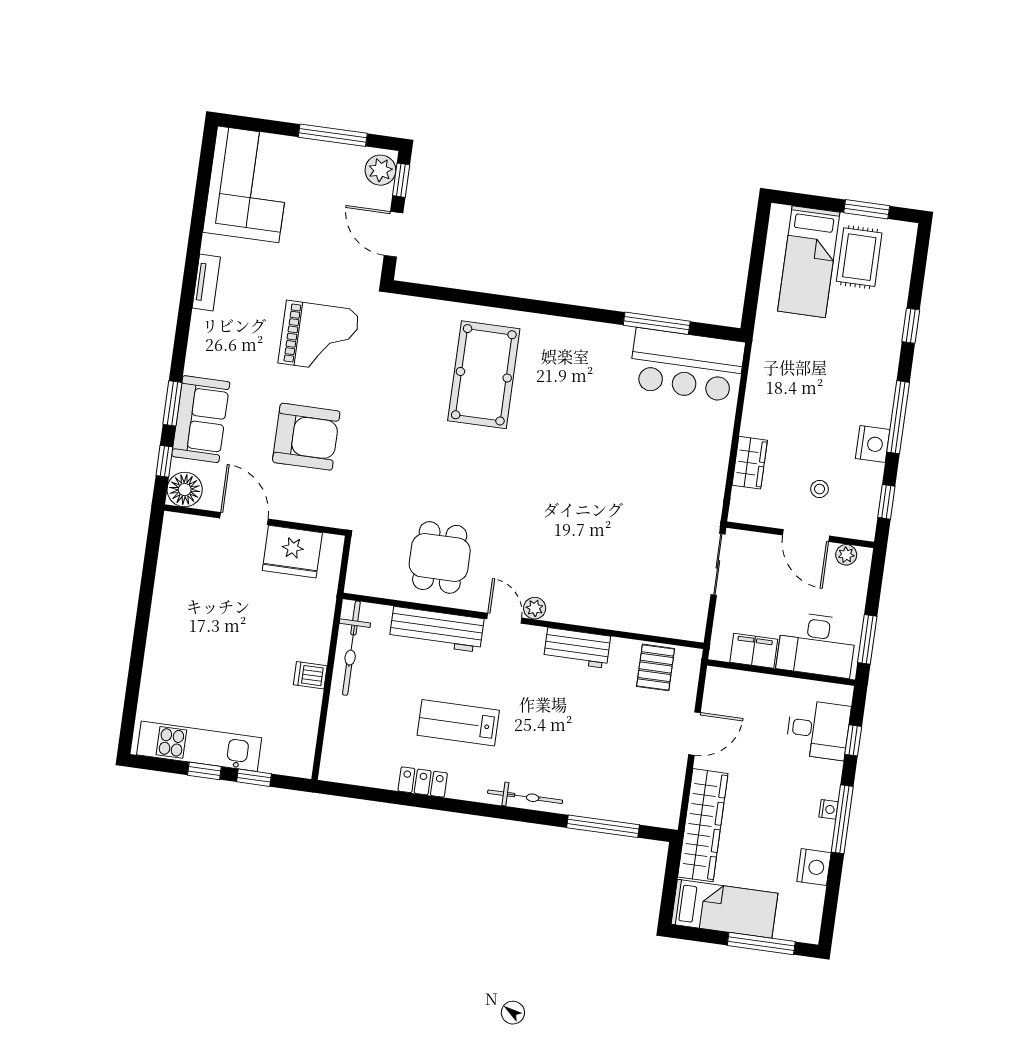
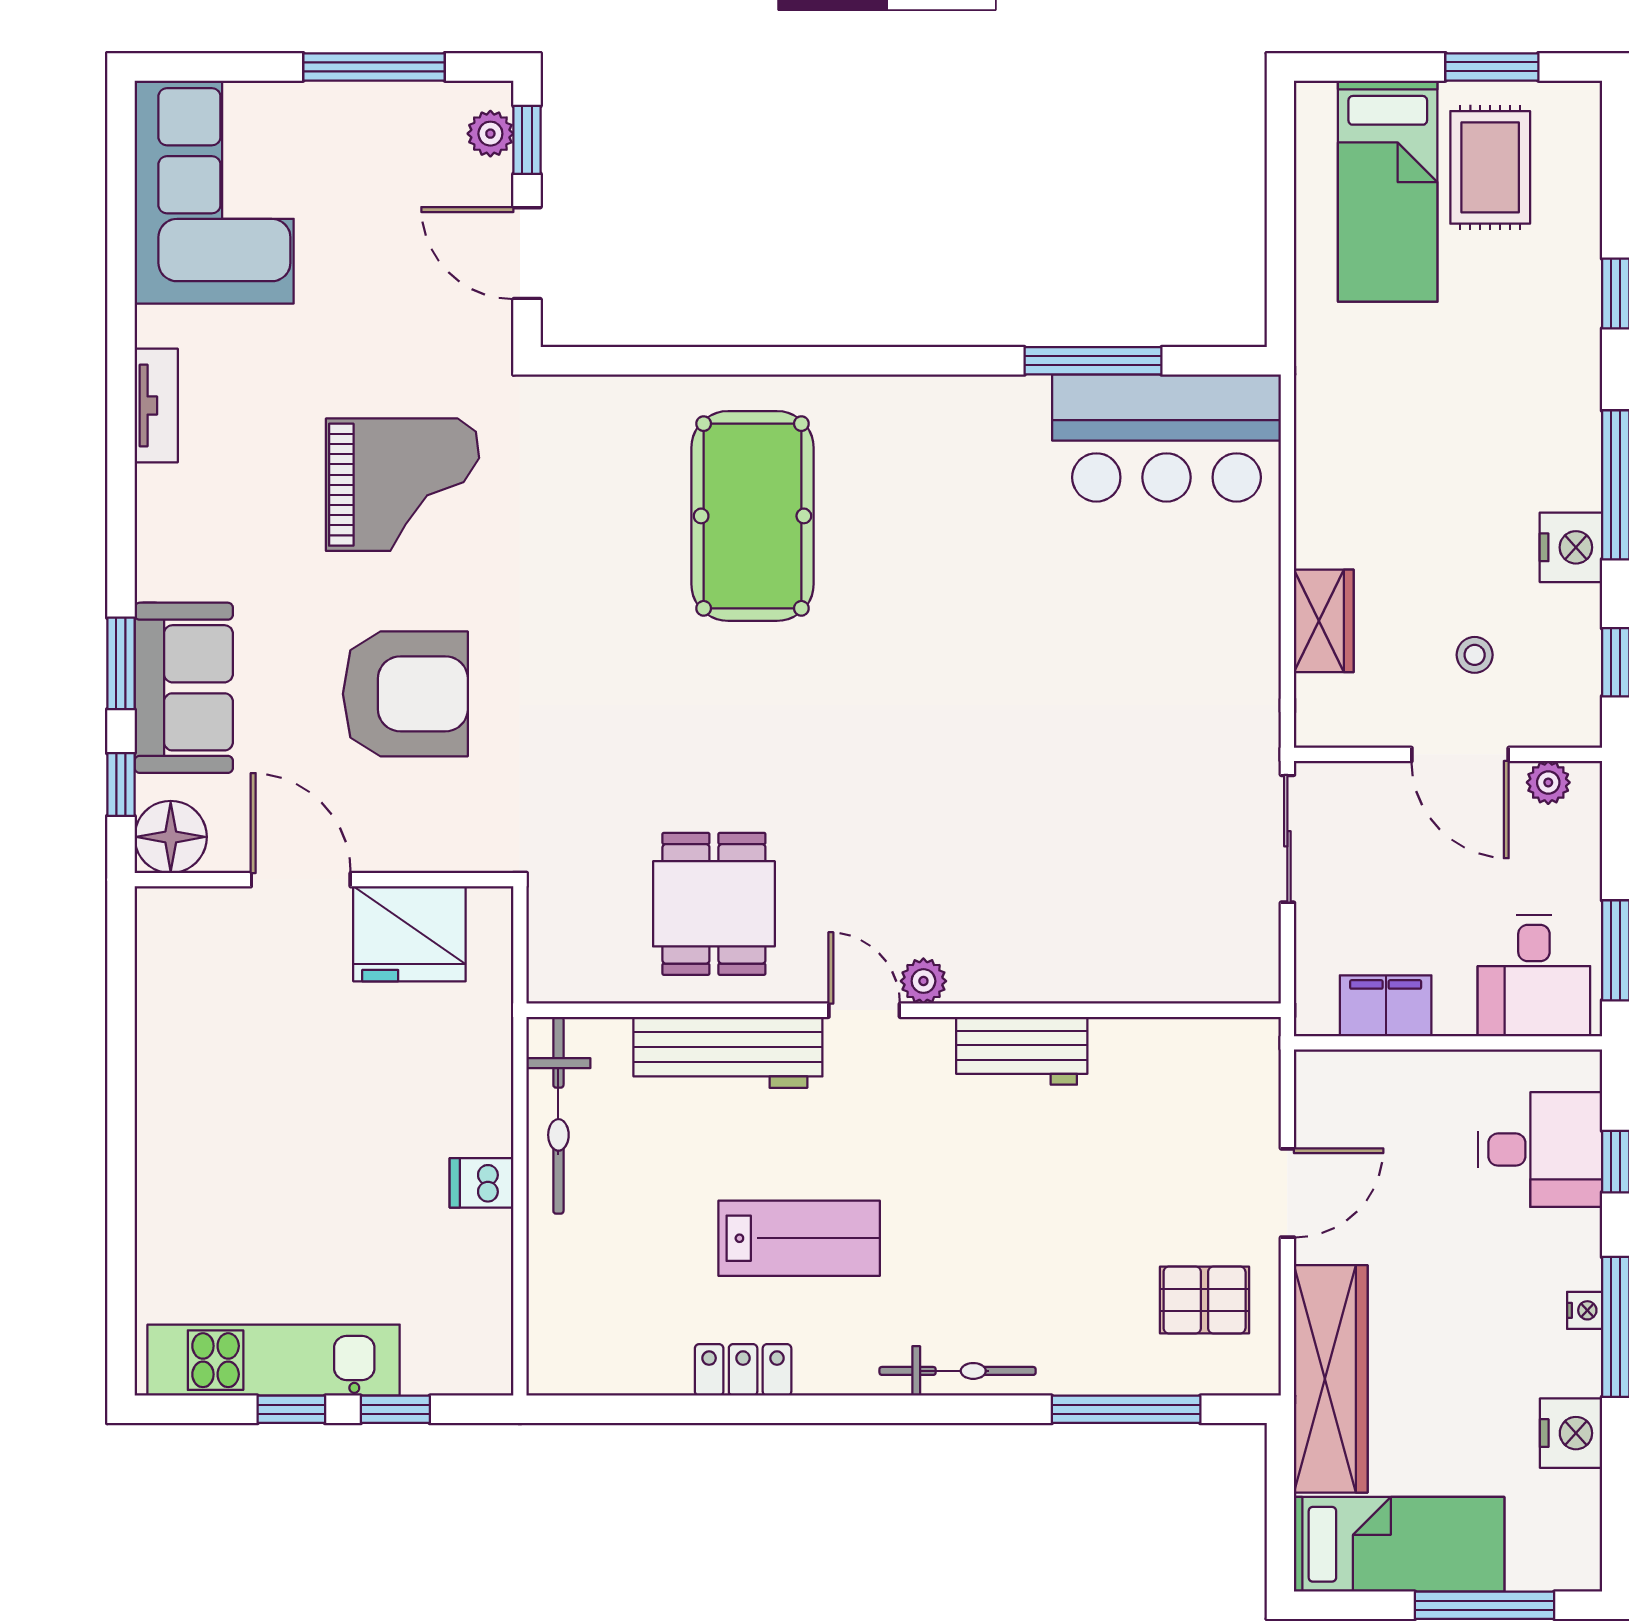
plant: (380, 170) -> (490, 134), width x0.73, depth x0.73
desk: (817, 645) -> (1534, 976), width x0.73
pallet: (656, 667) -> (1205, 1300), moved, turned 90
lab bench: (458, 723) -> (799, 1238), turned 180

